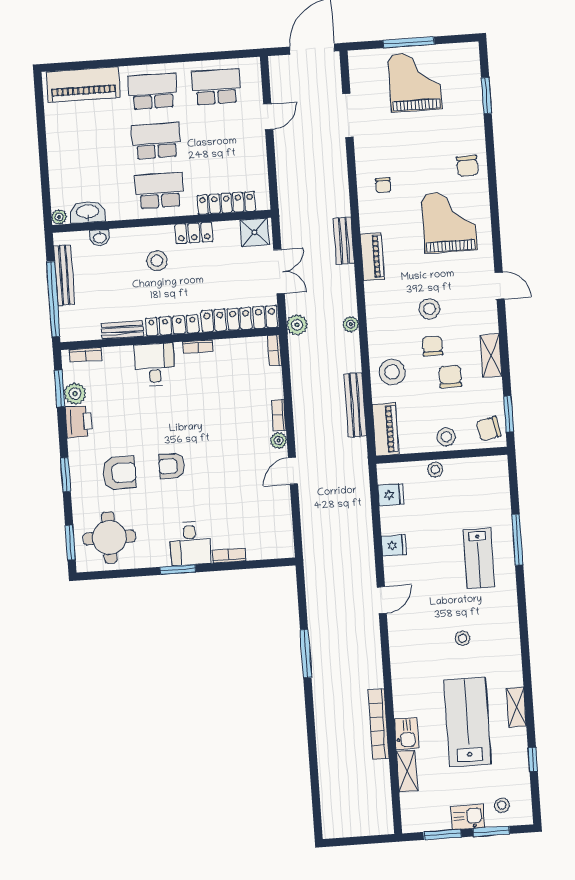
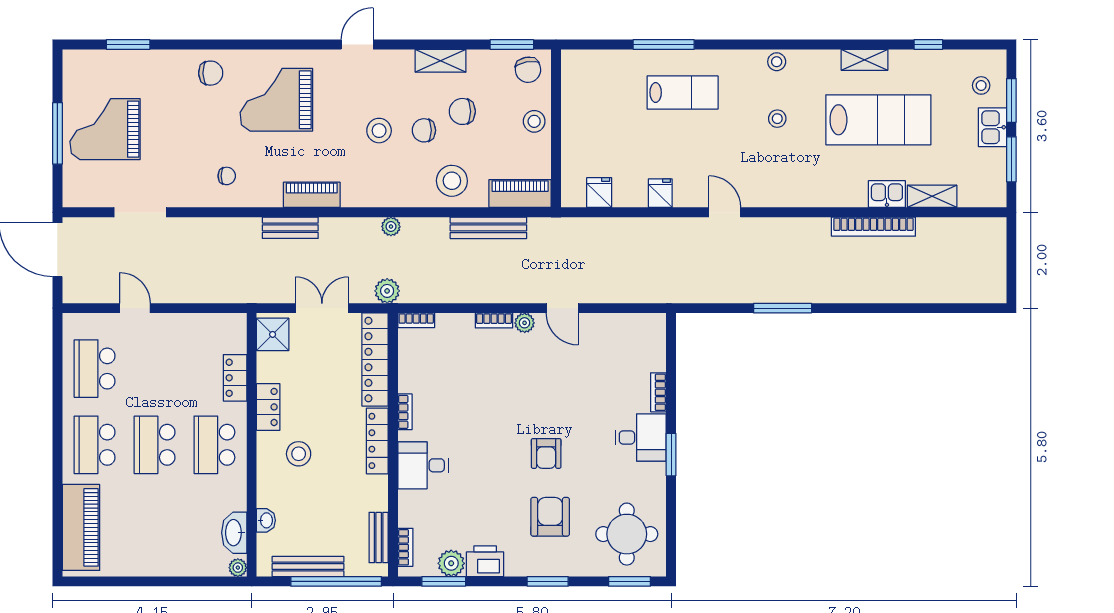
locker: (226, 203) -> (235, 378), width x0.66
bench: (122, 330) -> (379, 538), moved
stool: (435, 470) -> (777, 62), moved
lab bench: (467, 722) -> (878, 120), turned 180

